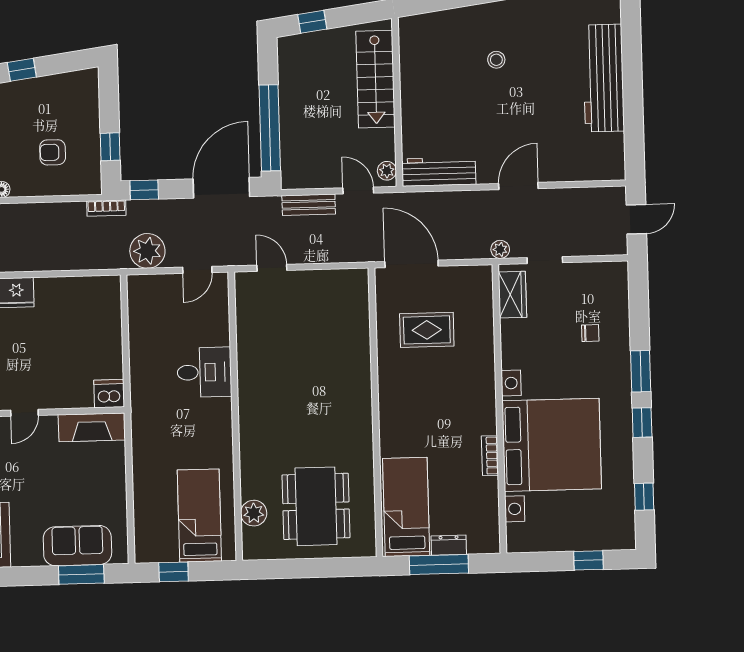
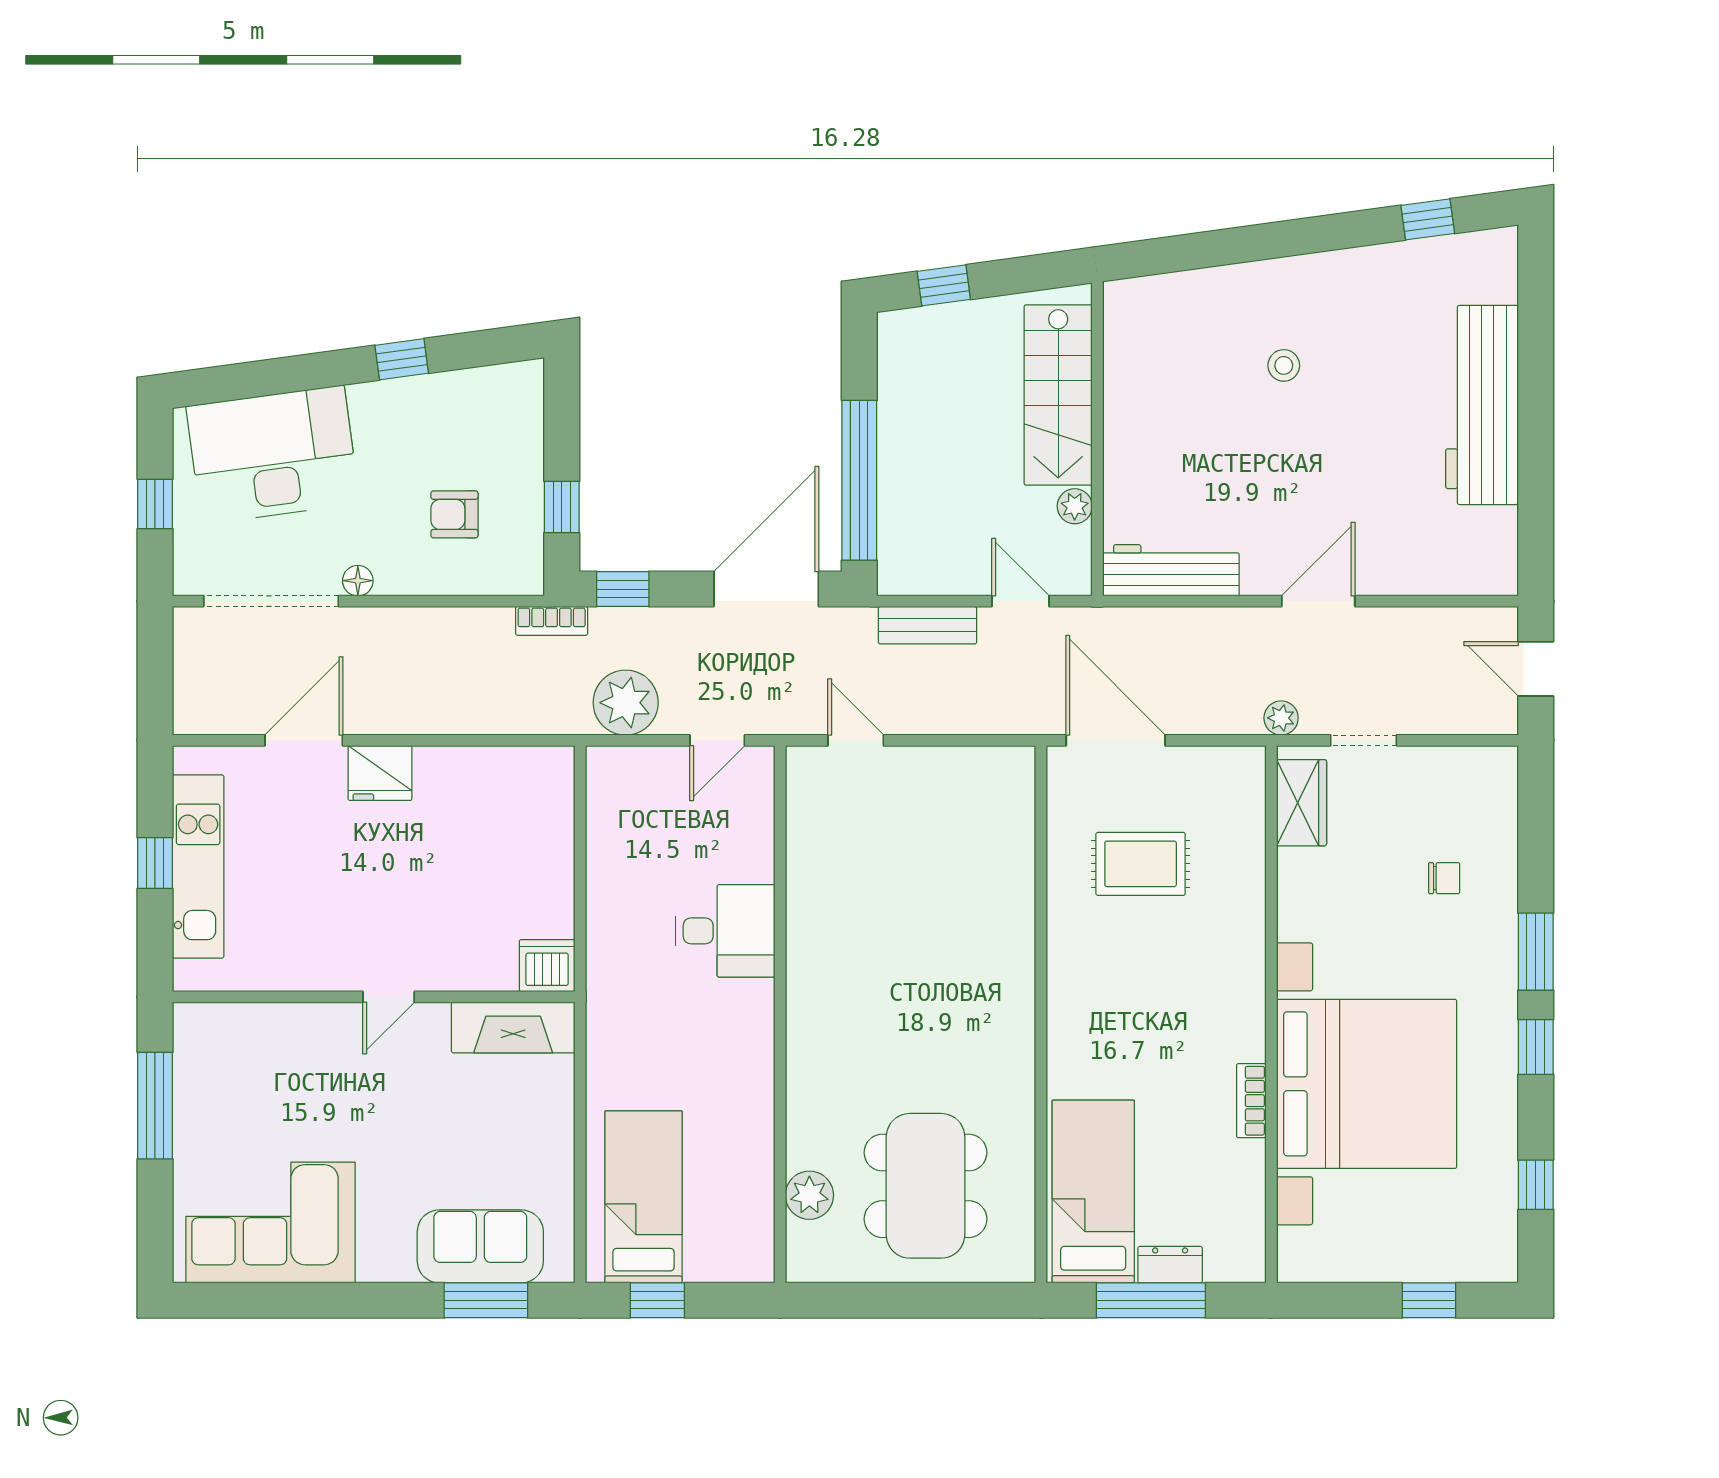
plant: (387, 171) -> (1075, 506), moved
door: (636, 219) -> (1536, 669), swing flipped
bed: (199, 516) -> (643, 1197), moved

